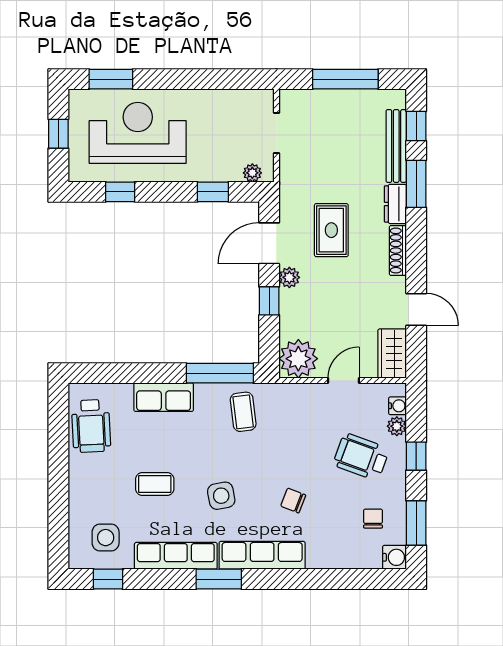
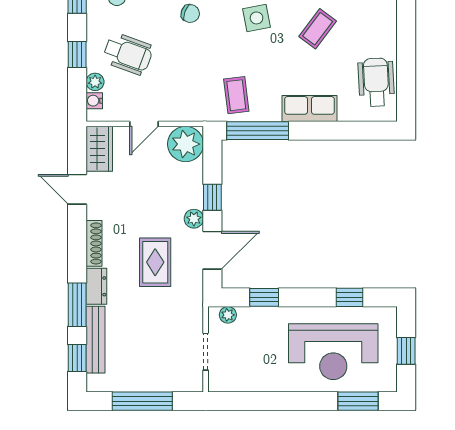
coffee table: (155, 484) -> (318, 29), turned -53

